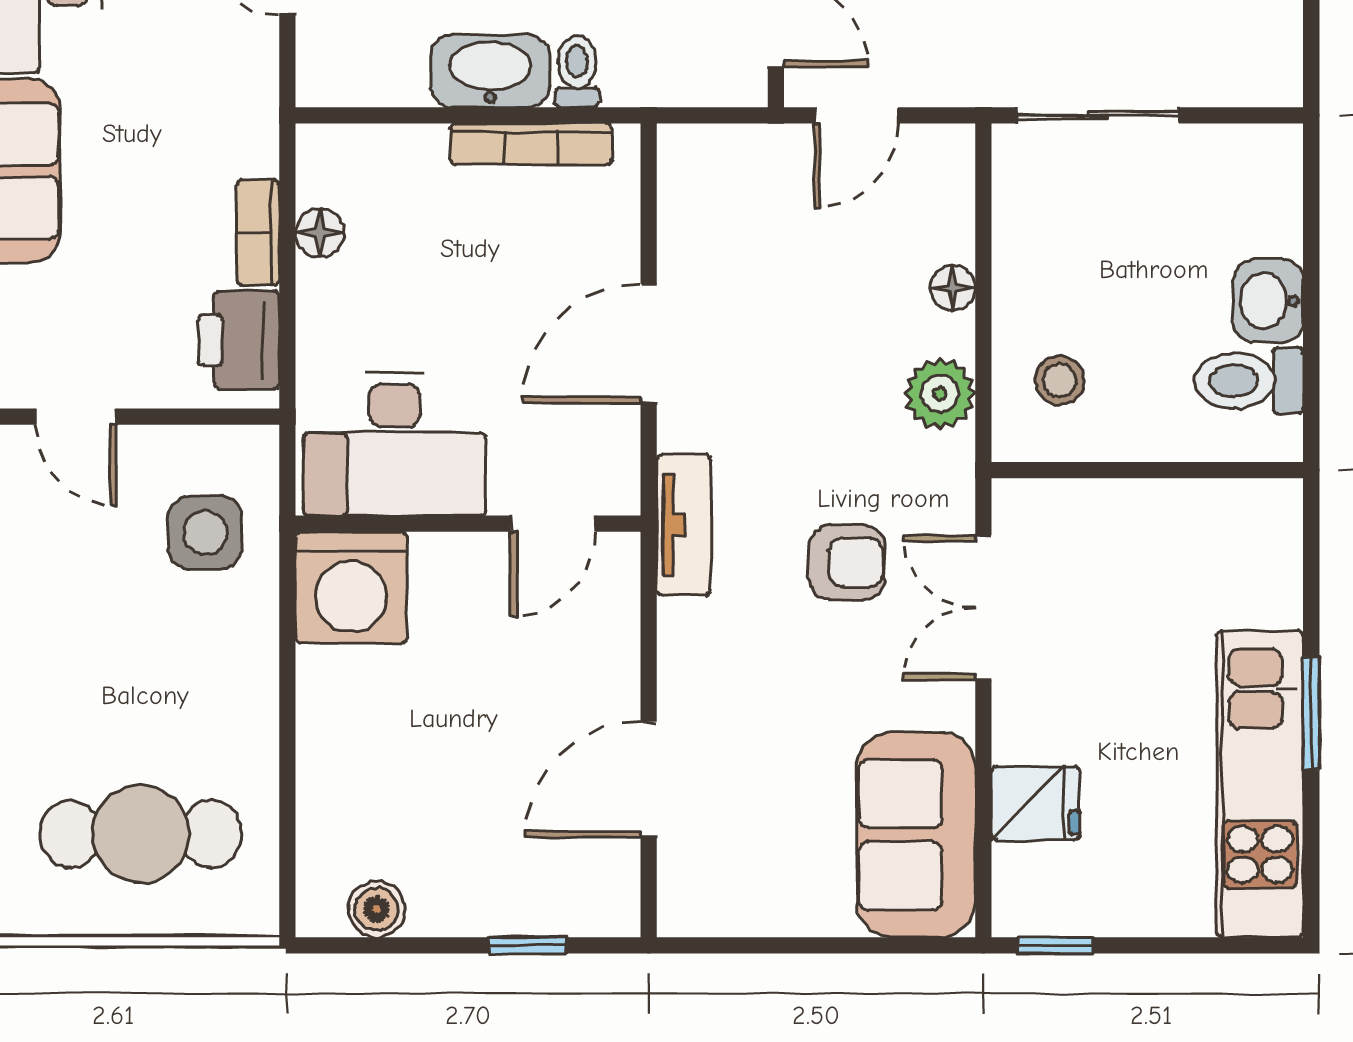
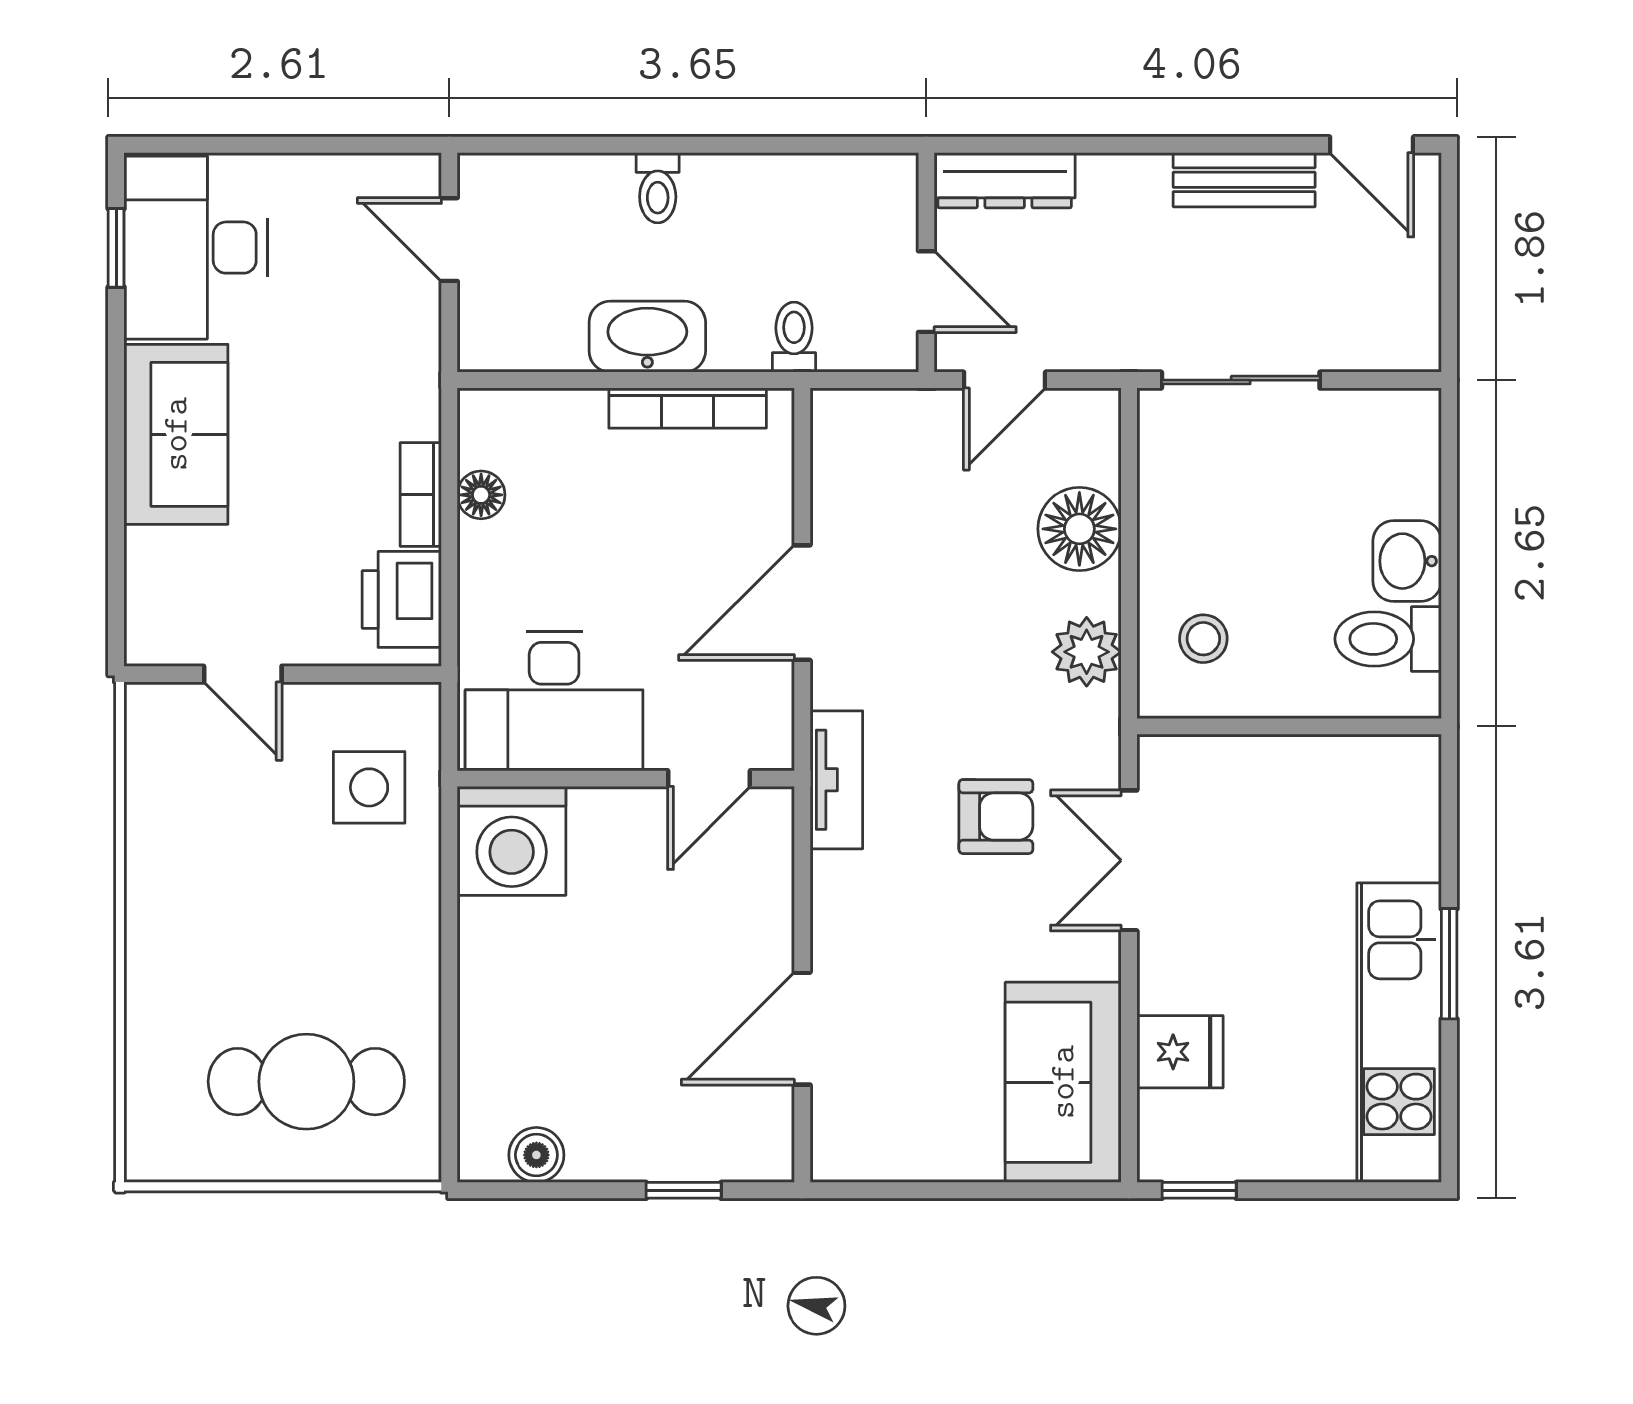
toilet: (577, 71) -> (794, 337), moved
floor lamp: (953, 288) -> (1079, 529), width x1.89, depth x1.89

